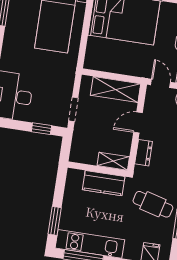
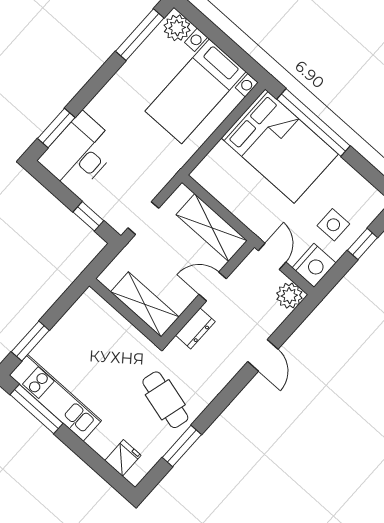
shelving: (113, 161) -> (145, 304), width x1.50, depth x1.33
kitchen counter: (104, 183) -> (121, 334), removed

